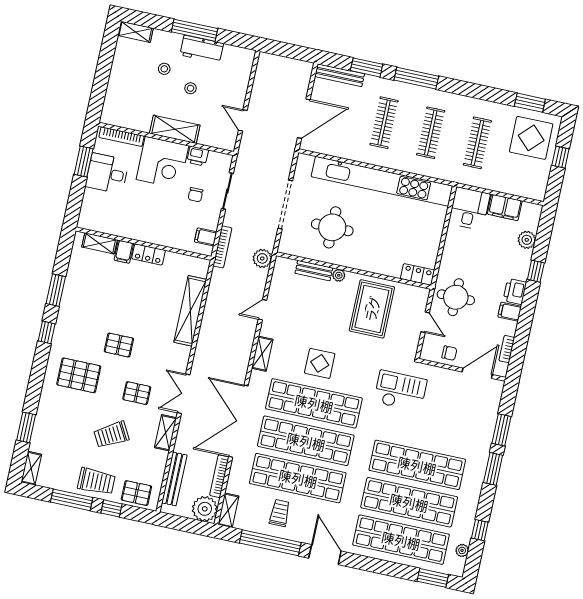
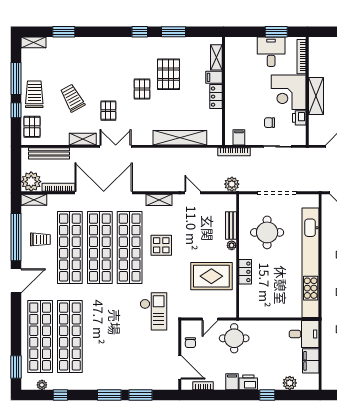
locker: (418, 274) -> (245, 272), moved
pallet: (79, 375) -> (168, 74), moved
shop shelf: (417, 465) -> (100, 336), removed
trolley: (96, 481) -> (34, 94), turned 180

